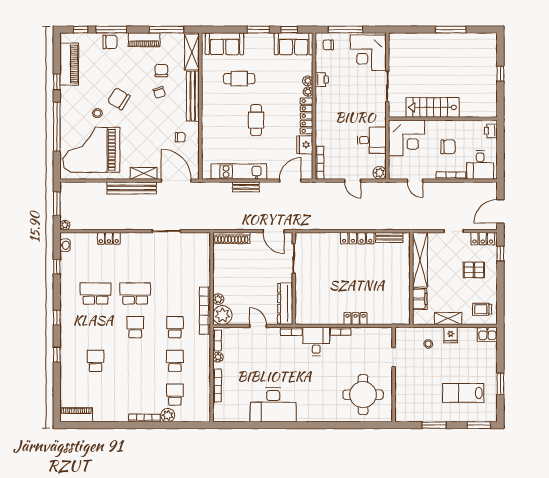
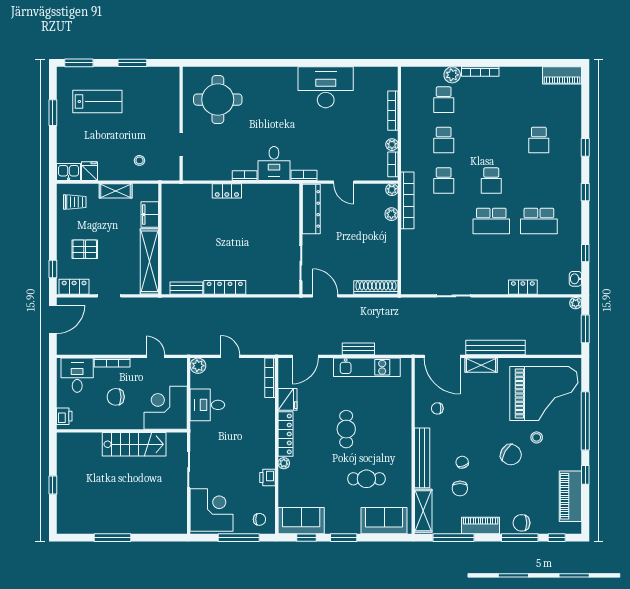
plant: (308, 81) -> (284, 476), removed
plant: (222, 315) -> (392, 190), width x0.53, depth x0.53
fridge: (451, 335) -> (90, 171), moved

